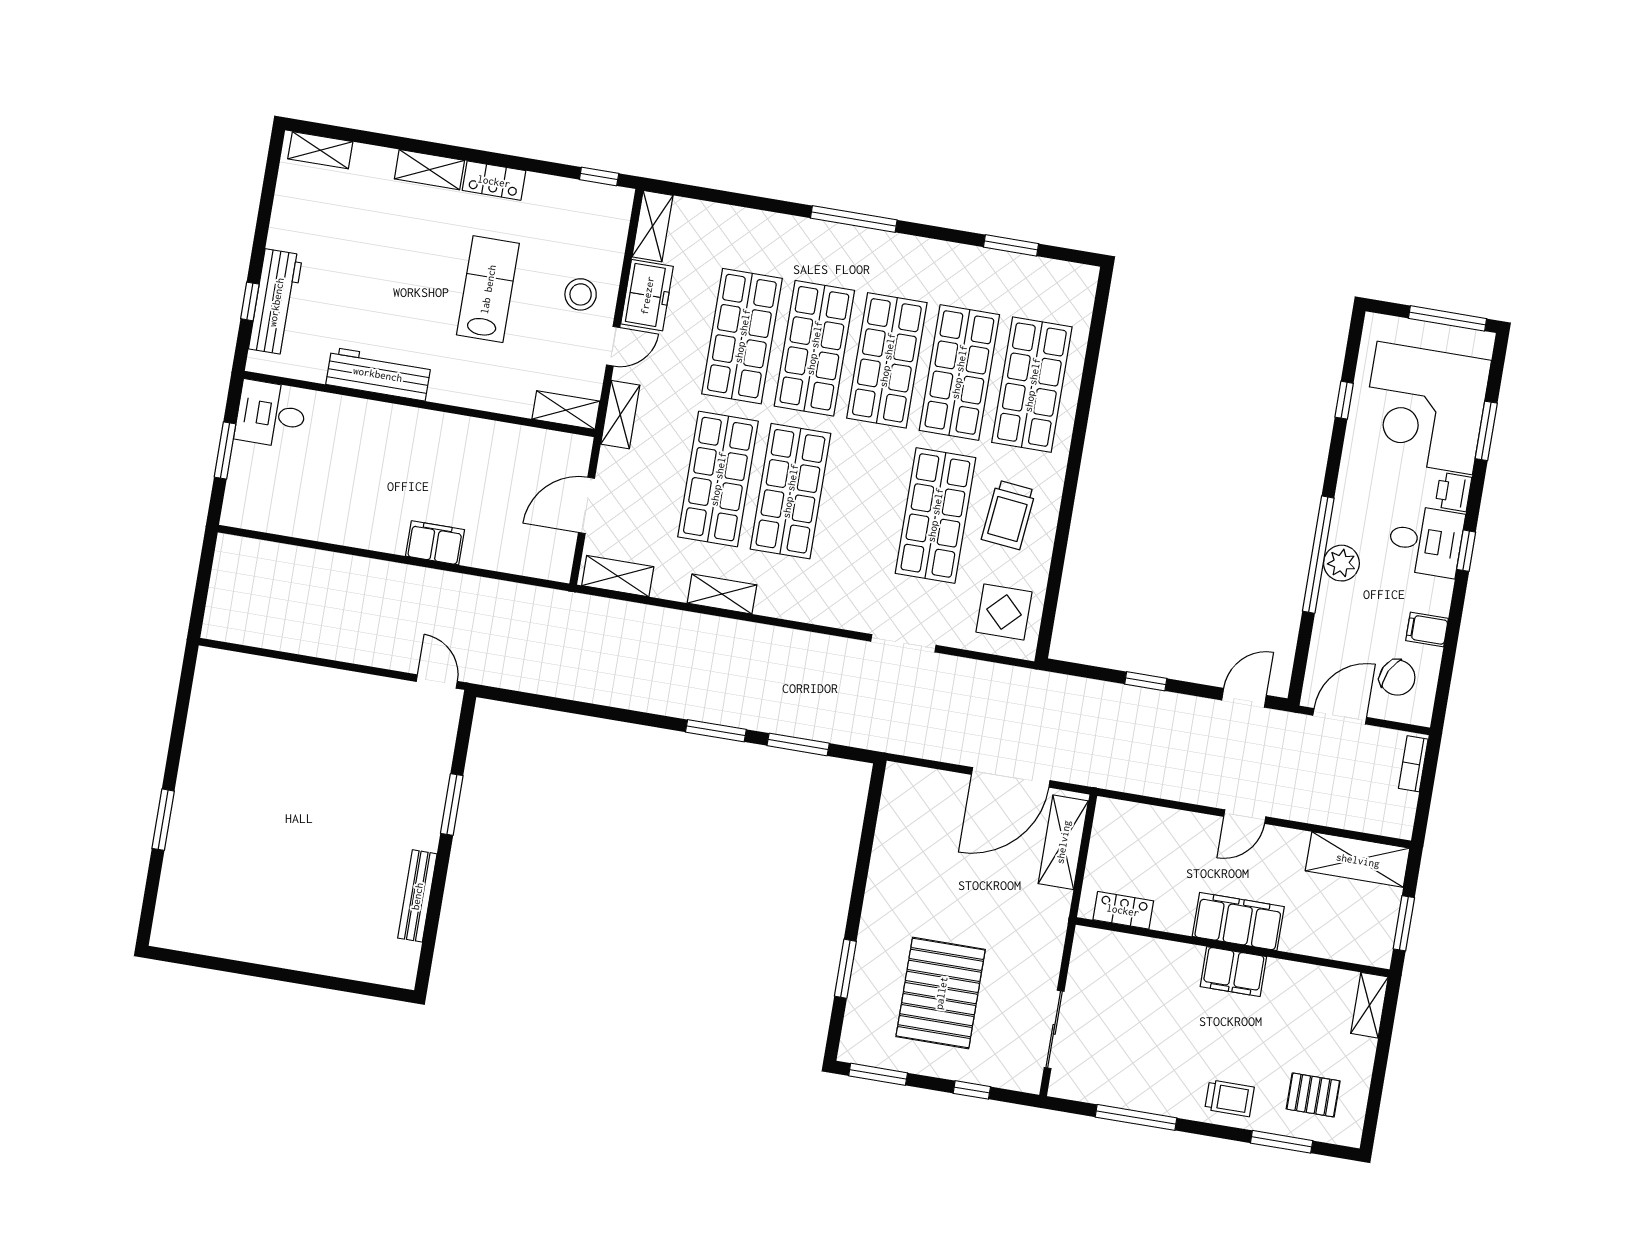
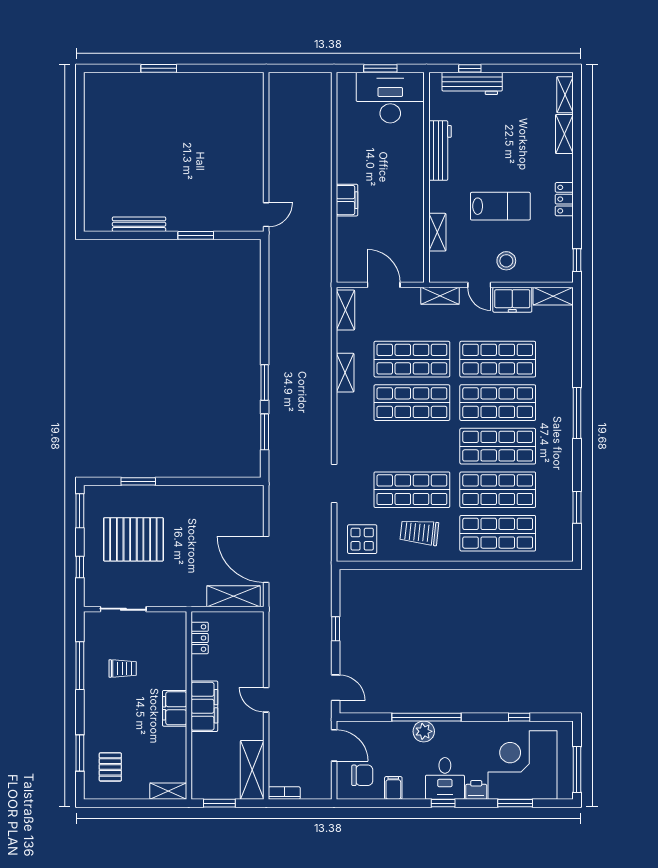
shelving: (429, 170) -> (564, 134), moved
shelving: (566, 410) -> (437, 232), moved
desk: (271, 414) -> (390, 98), width x1.87, depth x1.30
chair: (1397, 678) -> (362, 775), turned -116
bookcase: (1413, 764) -> (284, 793), moved
trolley: (1230, 1098) -> (123, 668), moved, turned -90

